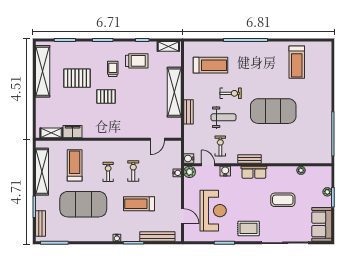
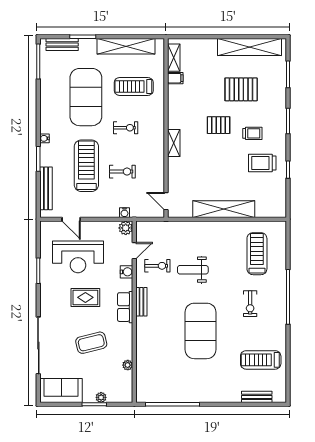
shelving: (168, 46) -> (174, 143), moved
trolley: (137, 61) -> (262, 163), turned 90
treadmill: (210, 65) -> (257, 254), turned 180
pallet: (77, 78) -> (241, 89), turned 90
exercise bike: (231, 93) -> (250, 304), moved
pallet: (106, 96) -> (219, 125), turned 90
bench: (188, 112) -> (257, 397), moved
weight bench: (224, 117) -> (193, 270), turned 90
filing cabinet: (73, 132) -> (175, 78), width x0.50
door: (157, 139) -> (166, 201), moved
water cooler: (189, 159) -> (142, 227), removed
treadmill: (75, 165) -> (134, 86), turned 180
exercise bike: (133, 171) -> (122, 172), moved
coffee table: (283, 200) -> (91, 343), turned 76
treadmill: (139, 204) -> (86, 166), width x1.37, depth x1.37
door: (182, 216) -> (71, 219), hinge flipped
rug: (249, 228) -> (85, 297), moved, turned 90

